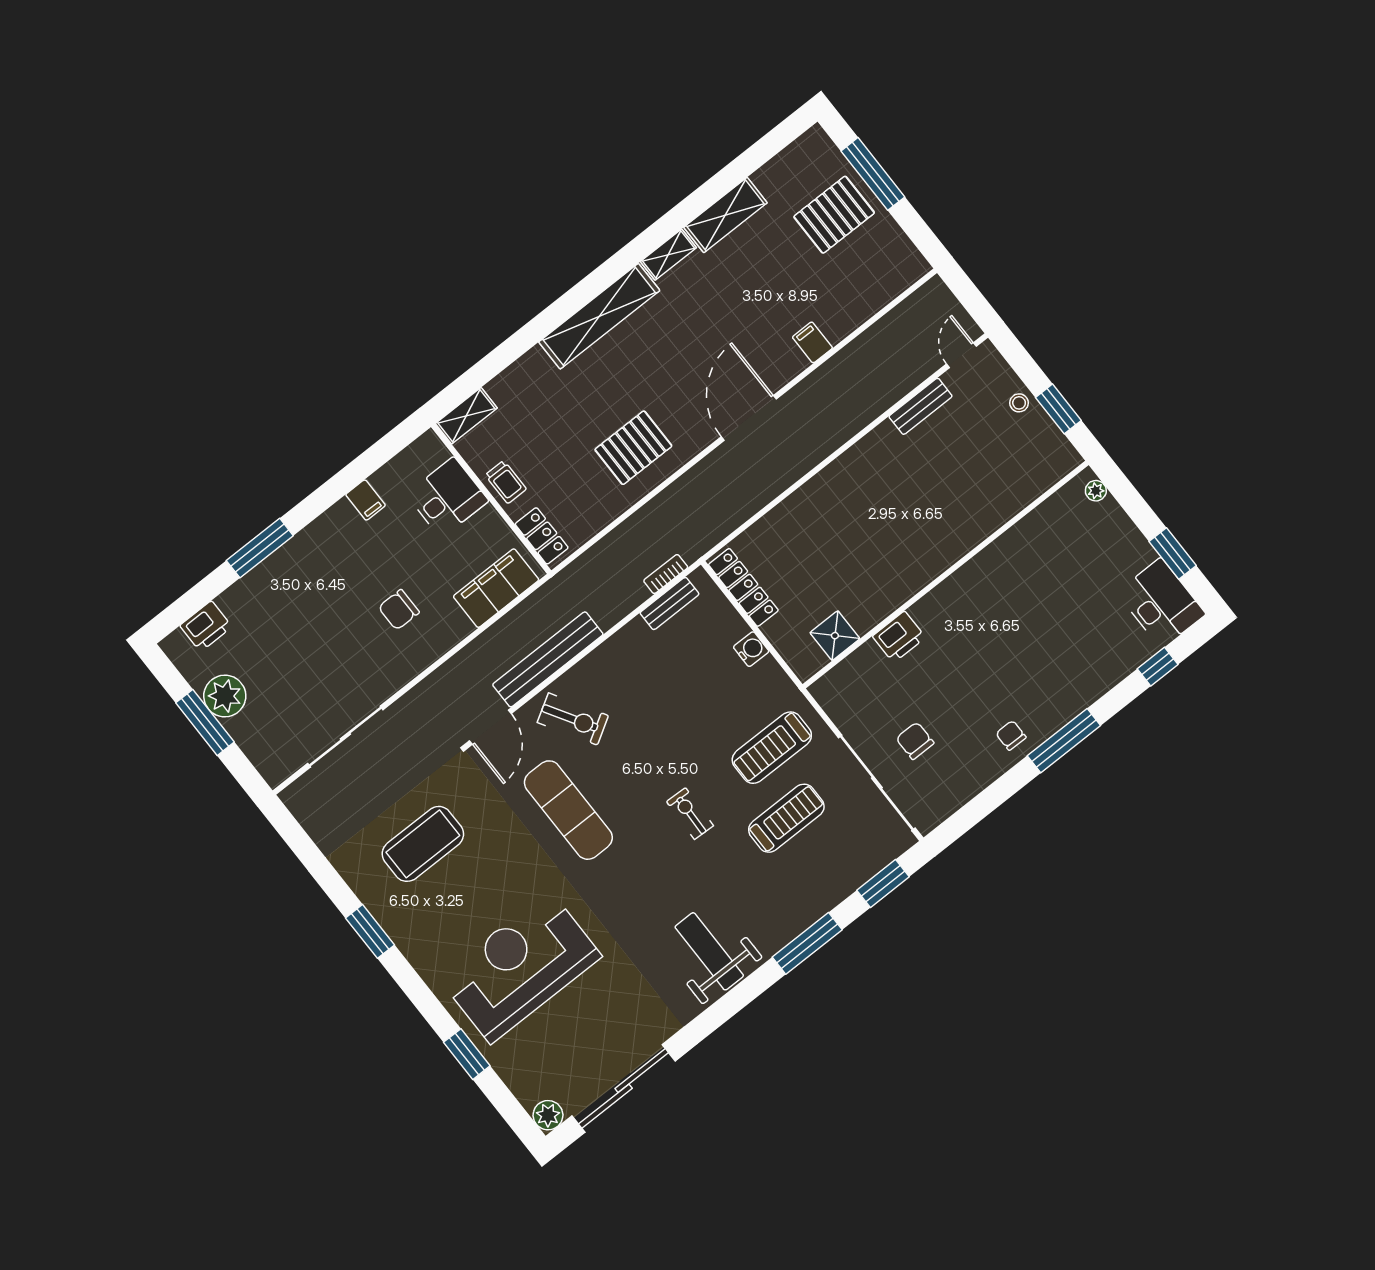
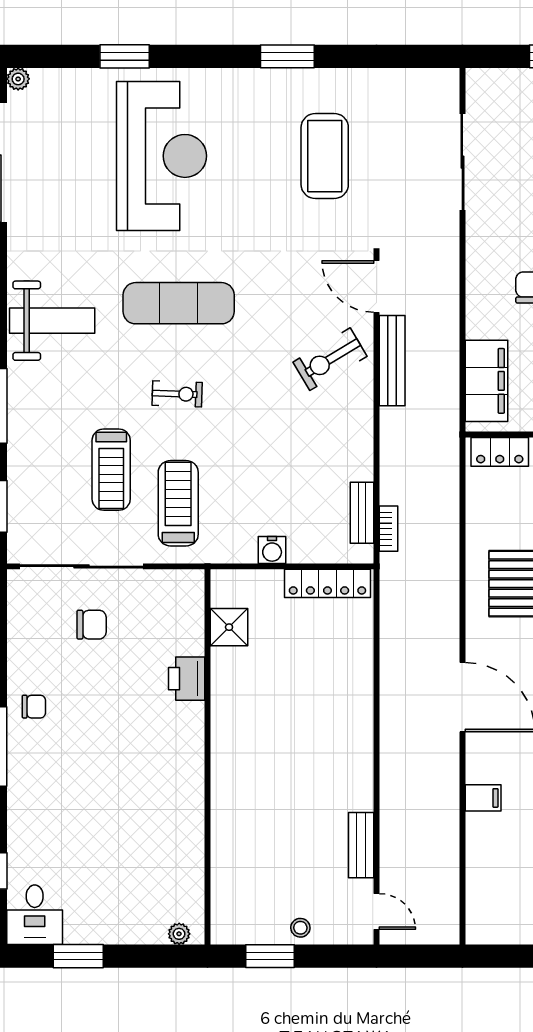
desk: (1161, 603) -> (35, 915), width x0.73
bench: (548, 659) -> (392, 361), width x0.73, depth x0.82
exercise mat: (568, 810) -> (179, 303), moved
plant: (548, 1115) -> (18, 79), width x0.73, depth x0.73

